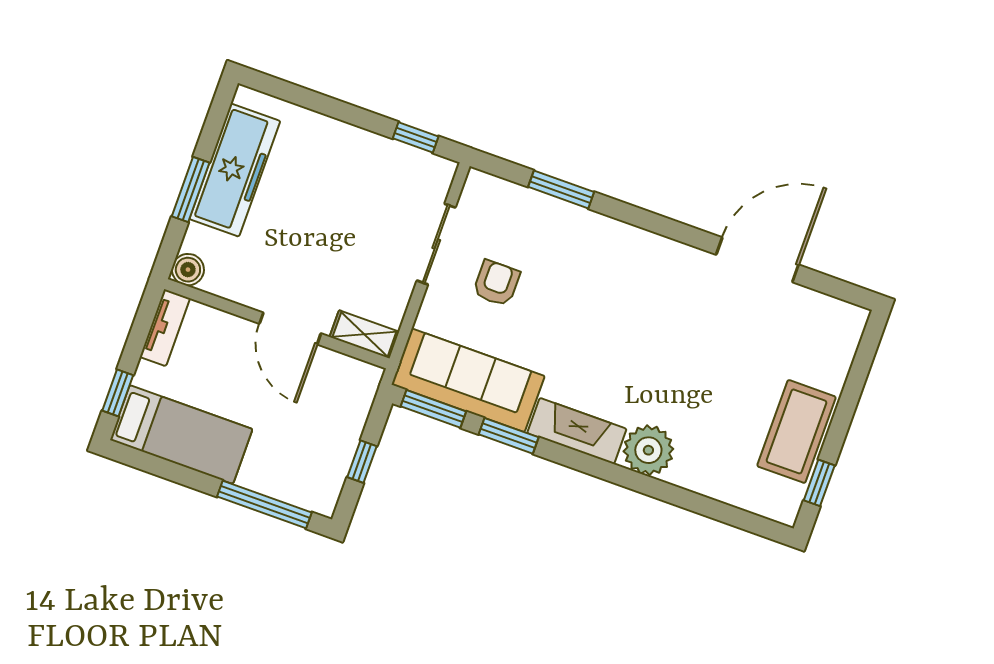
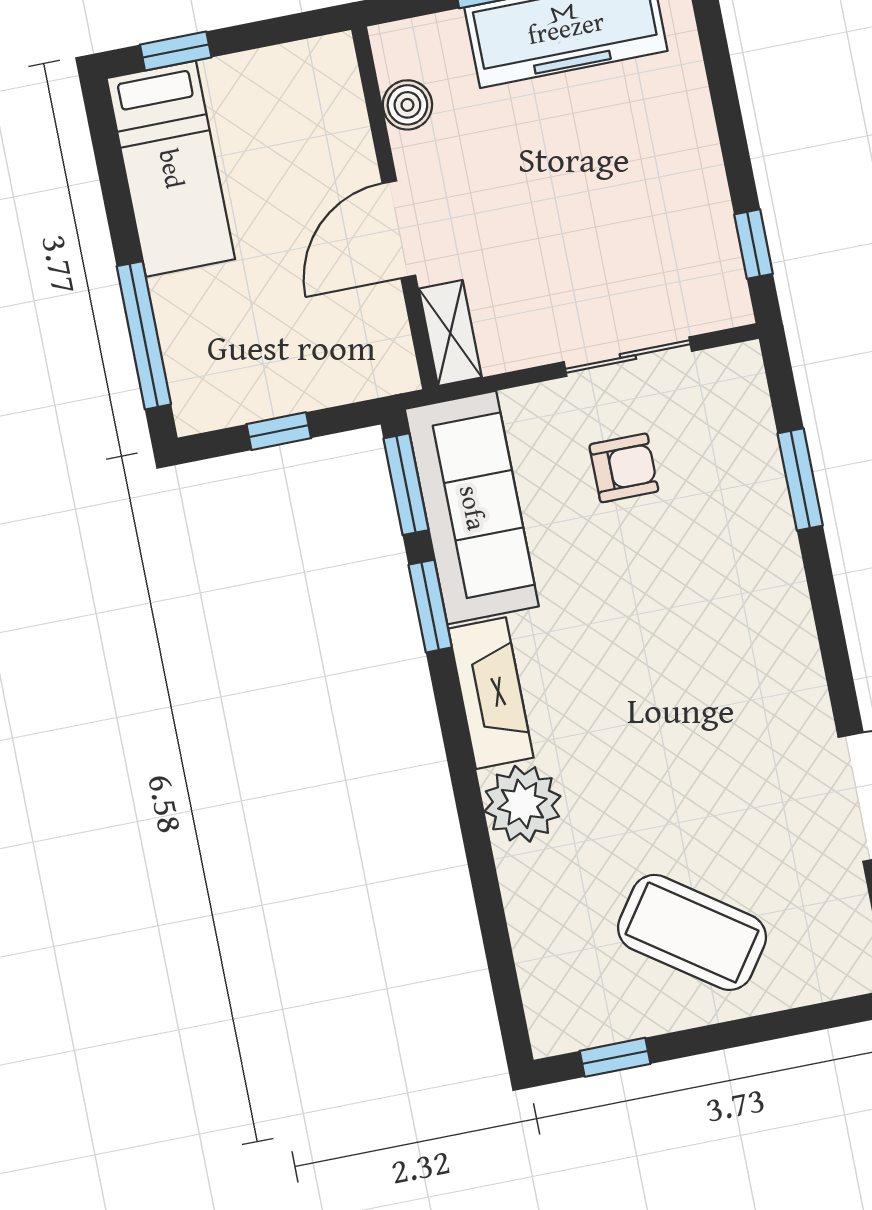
boiler: (188, 270) -> (407, 105), moved
tv unit: (165, 328) -> (300, 62), removed
coffee table: (796, 431) -> (692, 932), moved, turned 35

